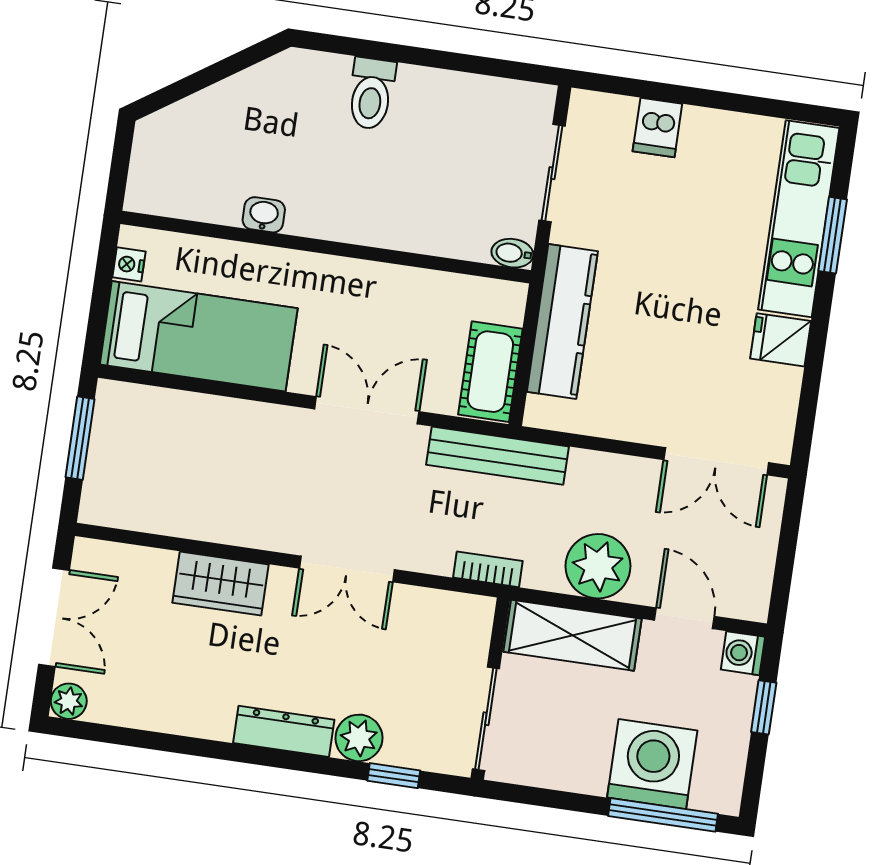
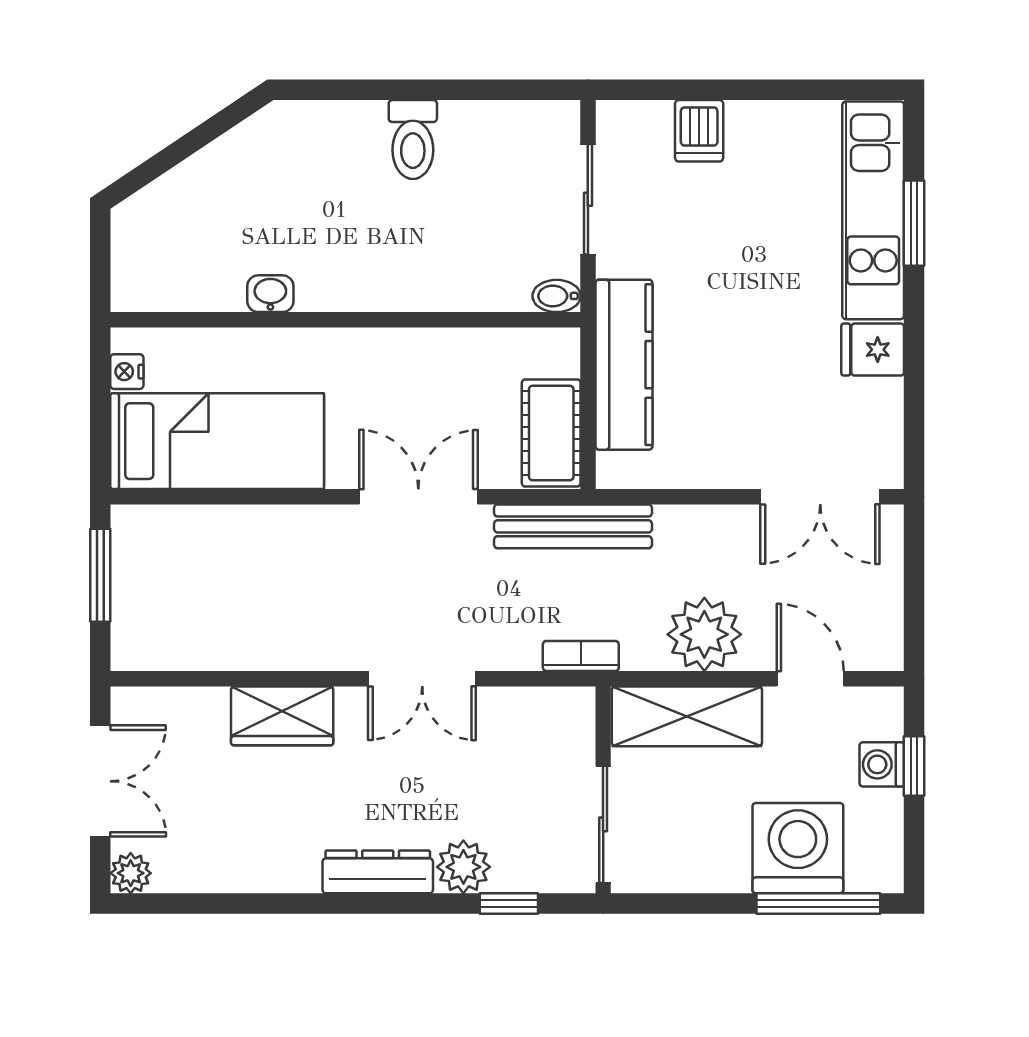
toilet: (371, 94) -> (413, 140), moved
washing machine: (743, 653) -> (882, 764), moved

